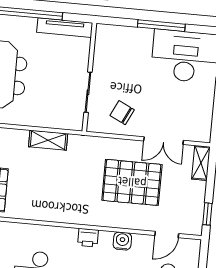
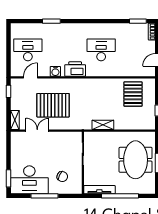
chair: (122, 113) -> (62, 177), moved
printer: (88, 238) -> (75, 69), width x1.87, depth x1.48

